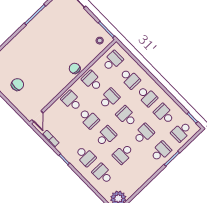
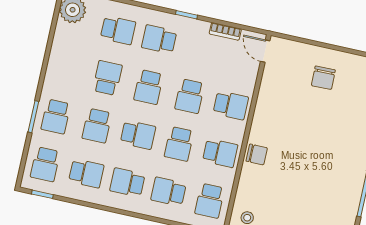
school desk: (89, 118) -> (190, 96), turned -90
school desk: (181, 132) -> (45, 164), turned 180

